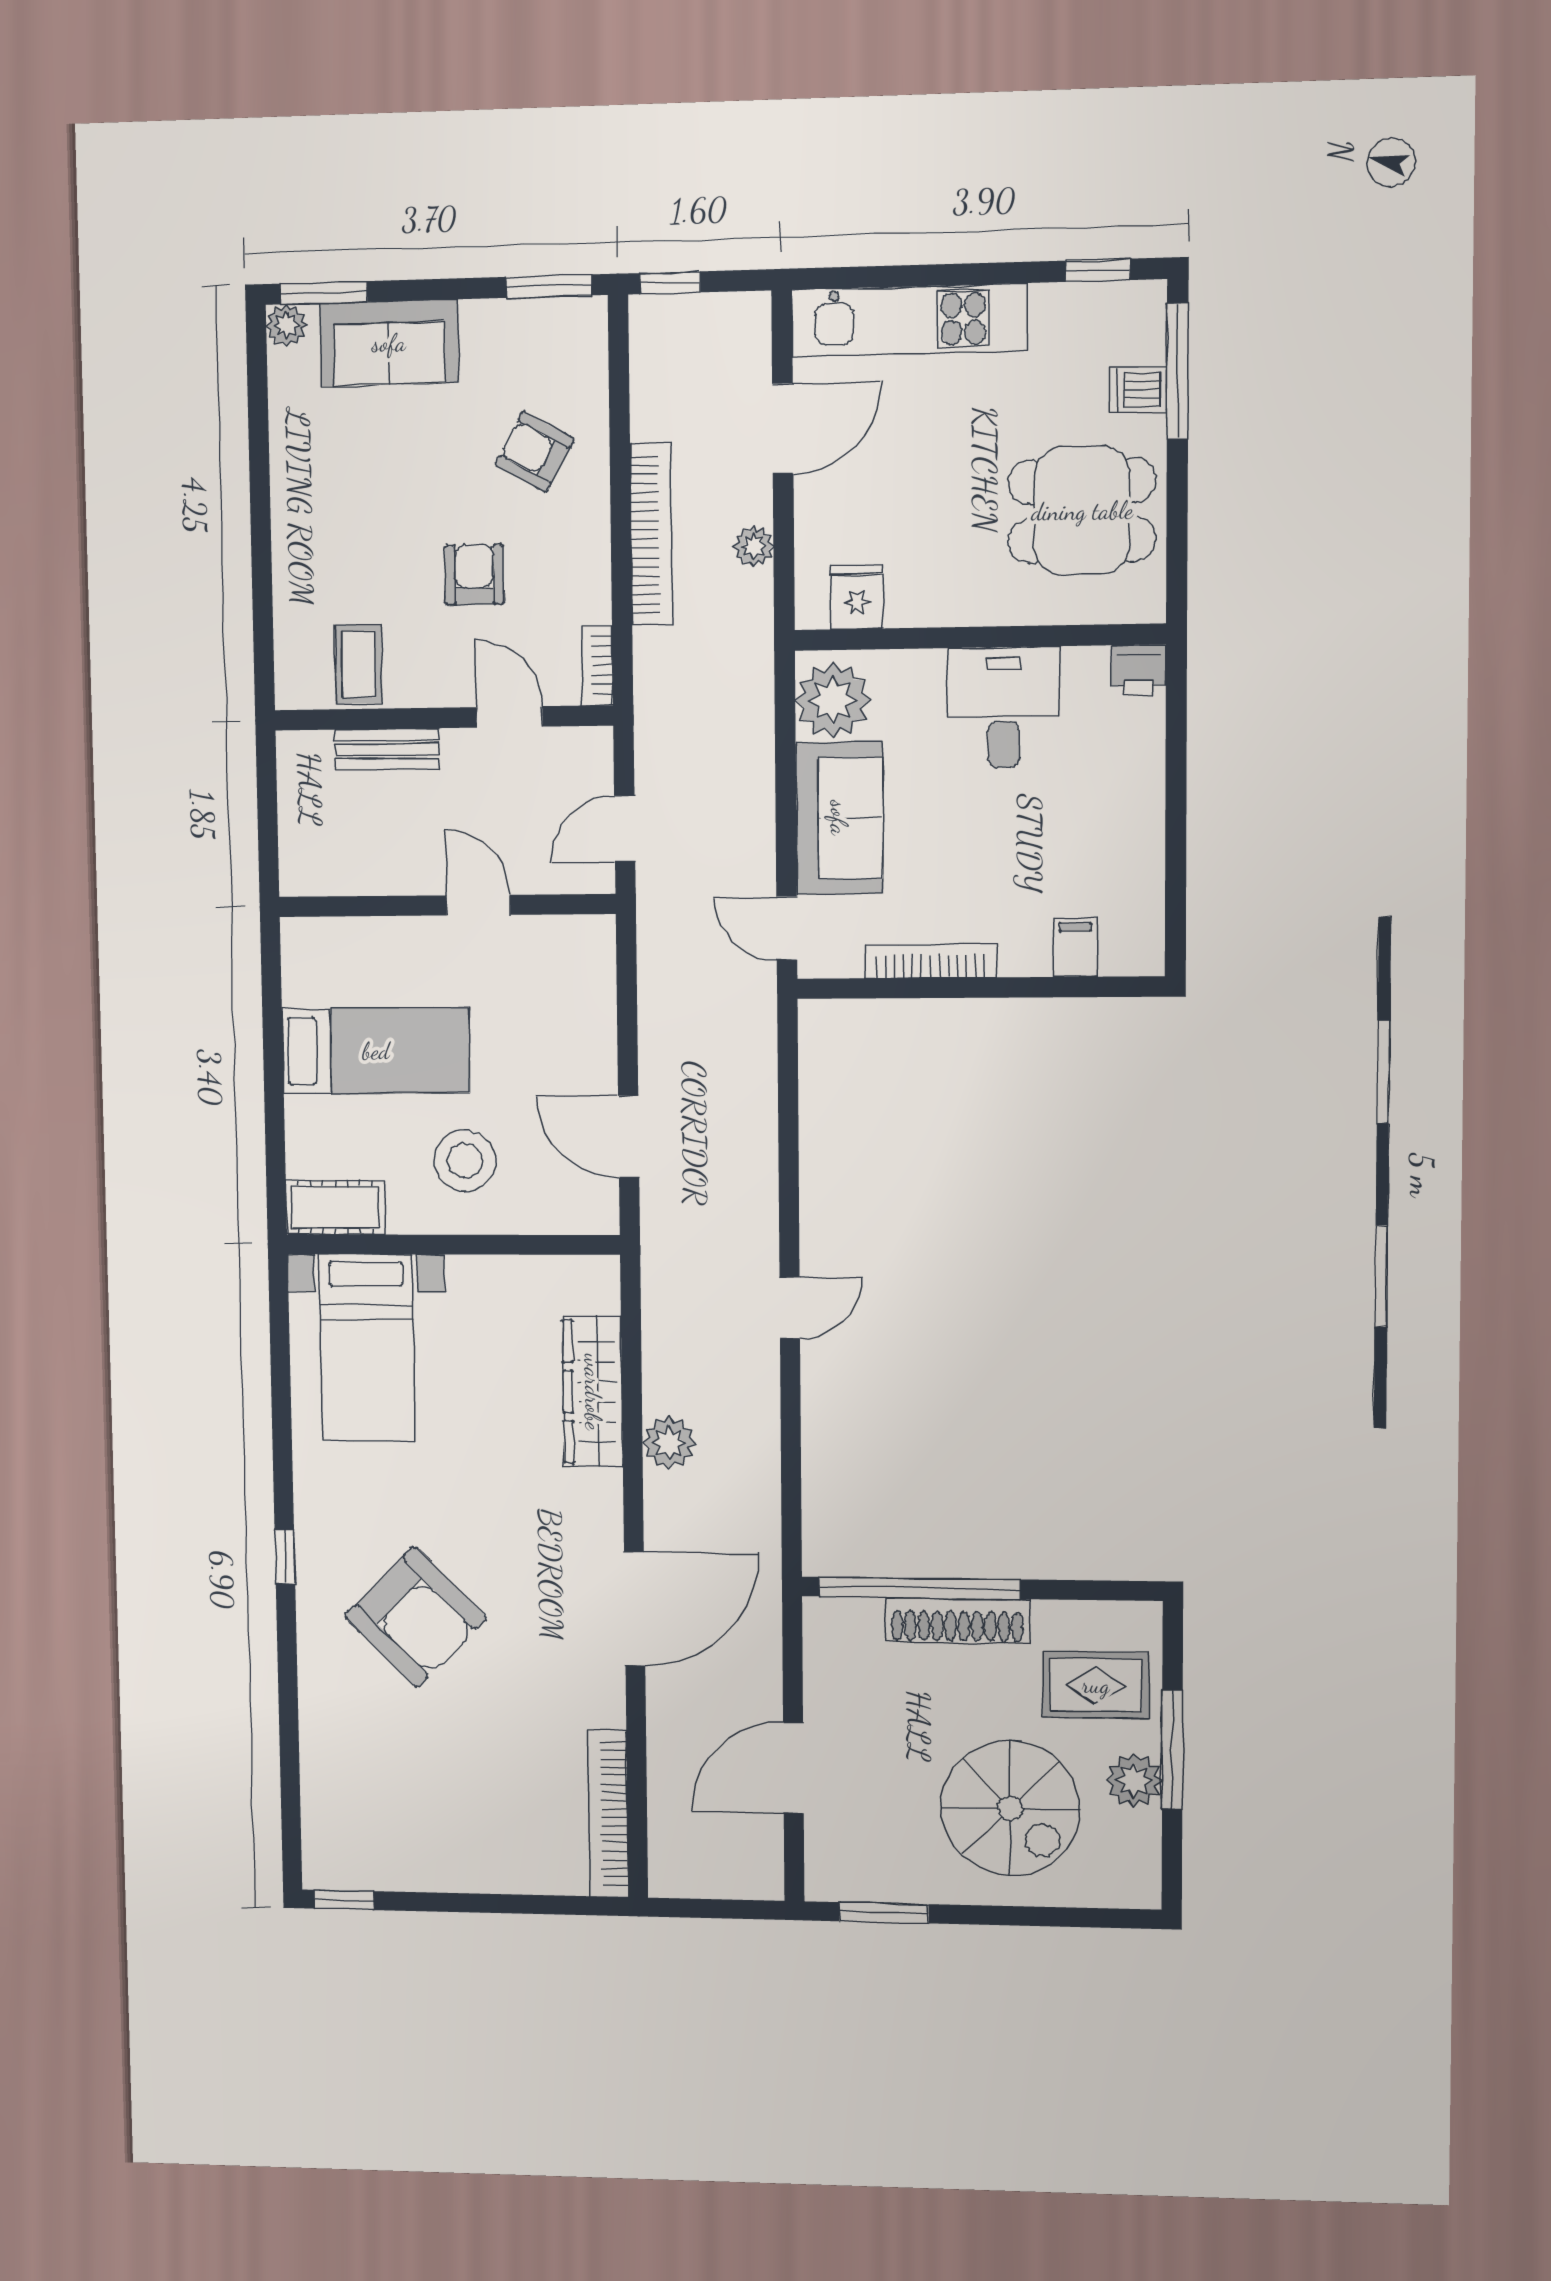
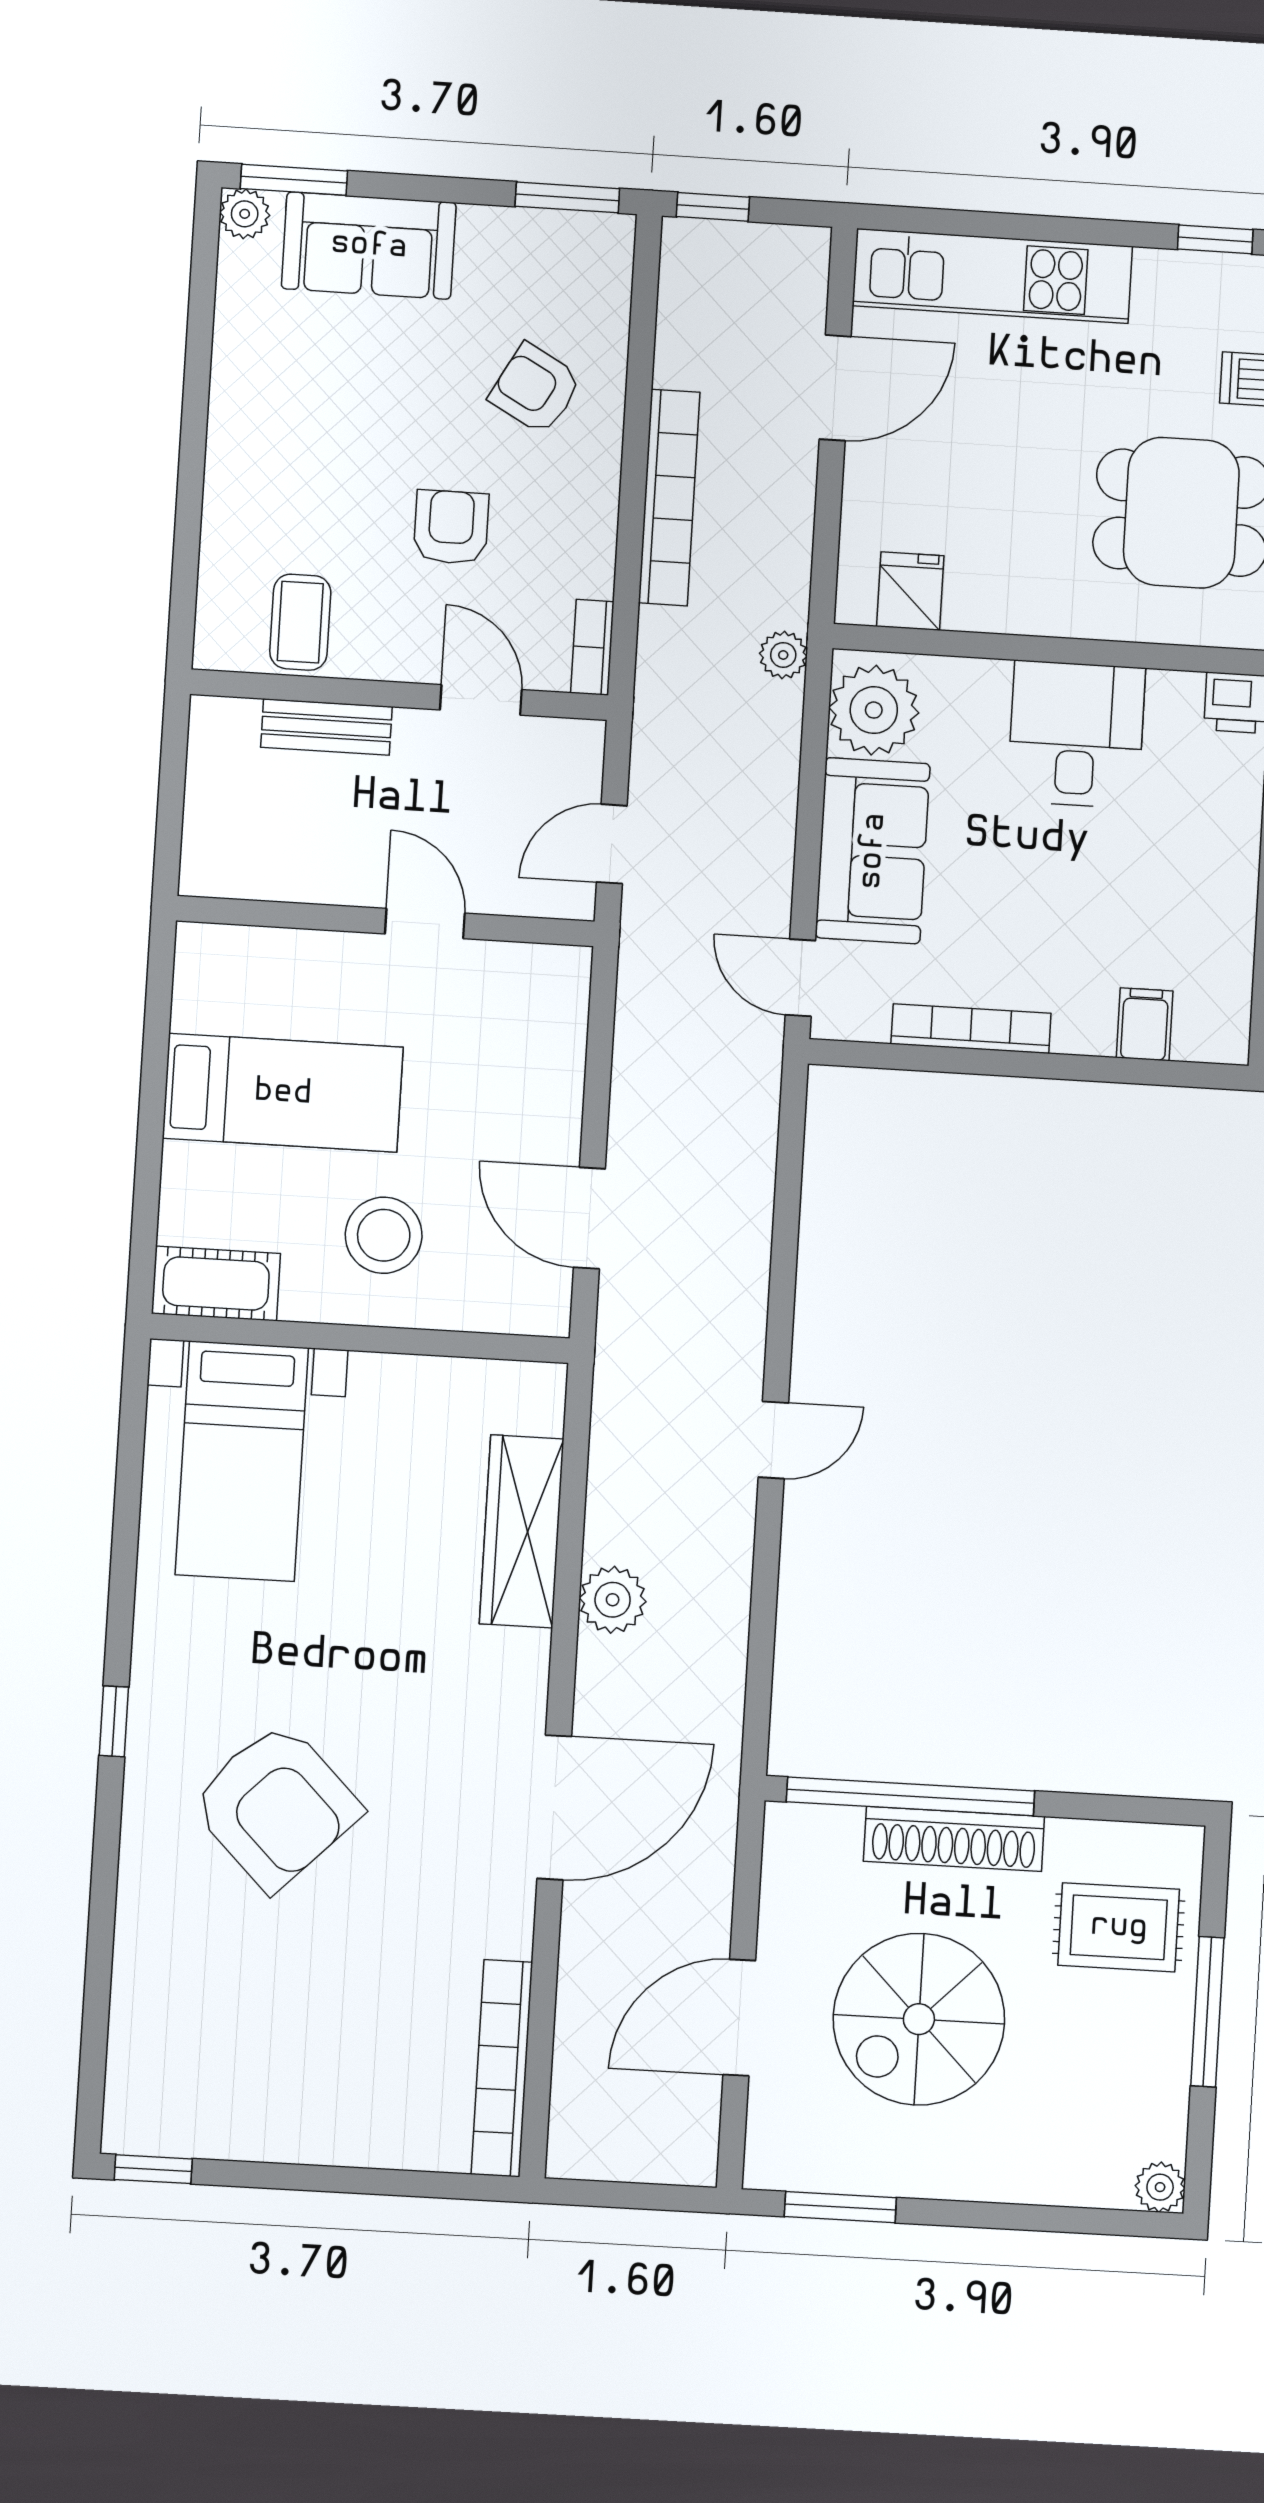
plant: (754, 546) -> (783, 655), moved
plant: (1134, 1780) -> (1160, 2187), moved, width x0.73, depth x0.73
spiral stairs: (1010, 1808) -> (919, 2019), moved, turned 90

